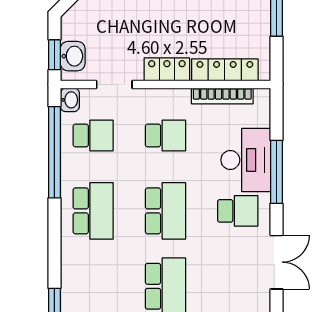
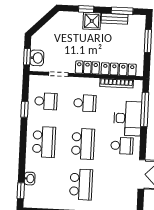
washbasin: (70, 100) -> (30, 179), moved
window: (54, 152) -> (25, 109), width x0.32
window: (276, 172) -> (145, 109), moved

